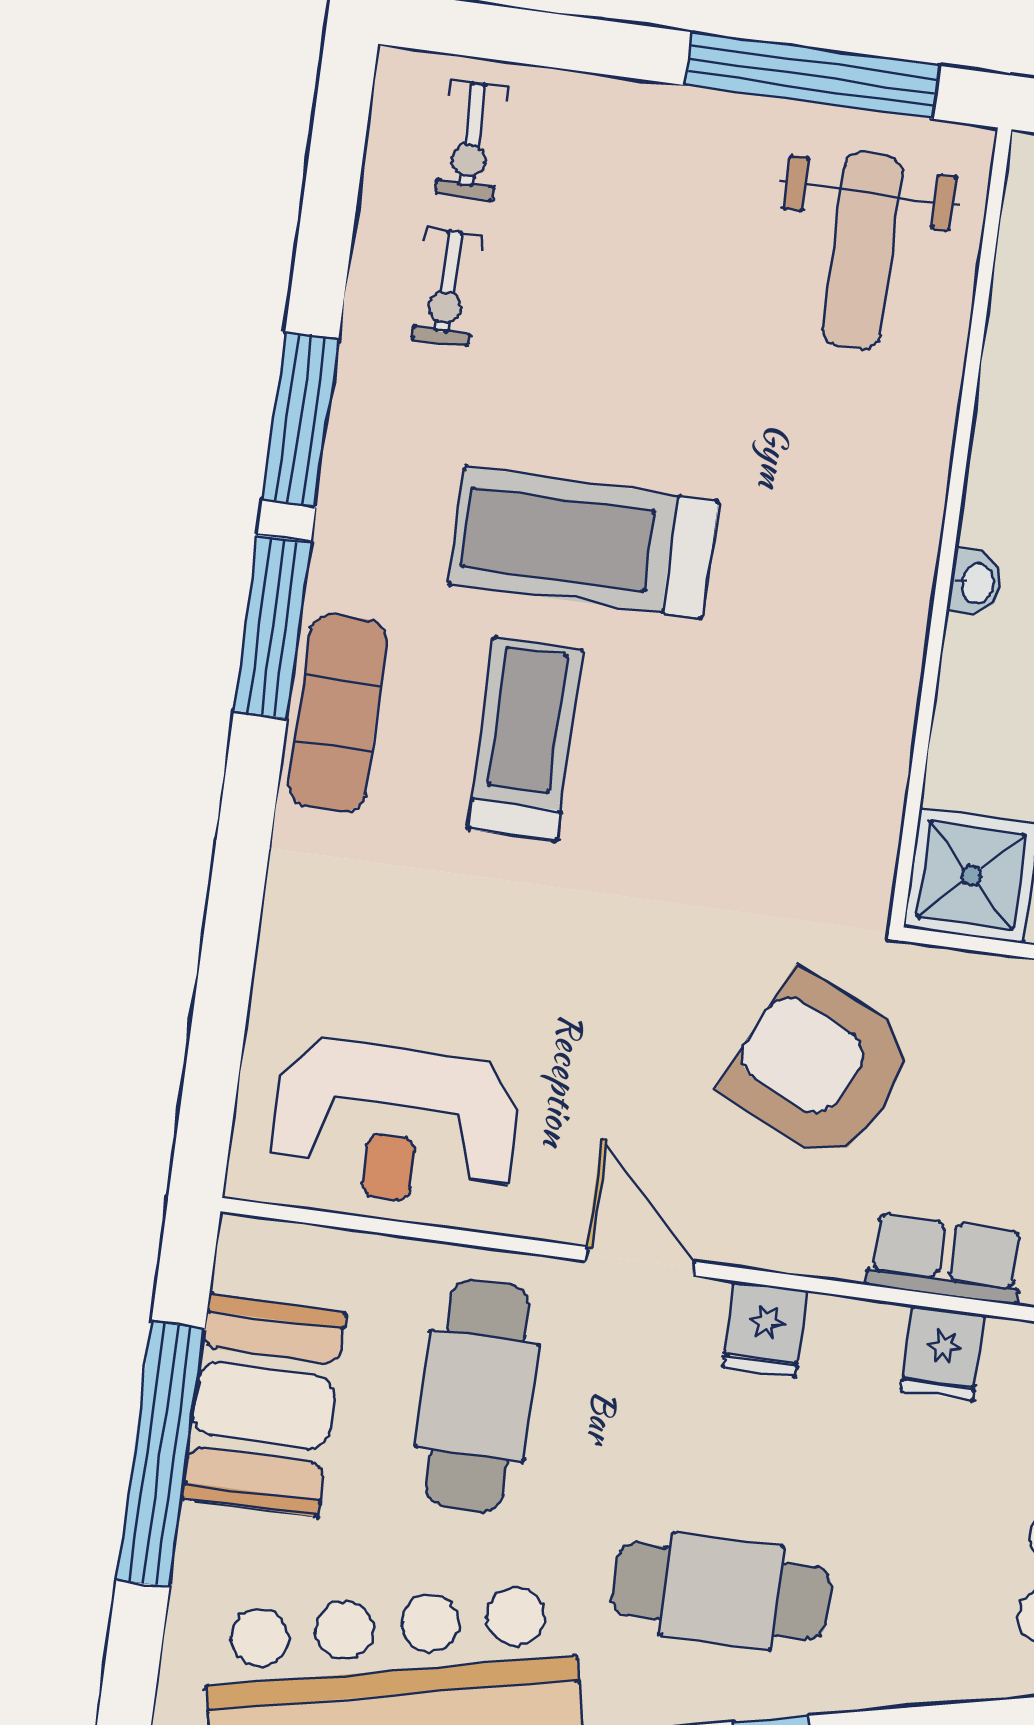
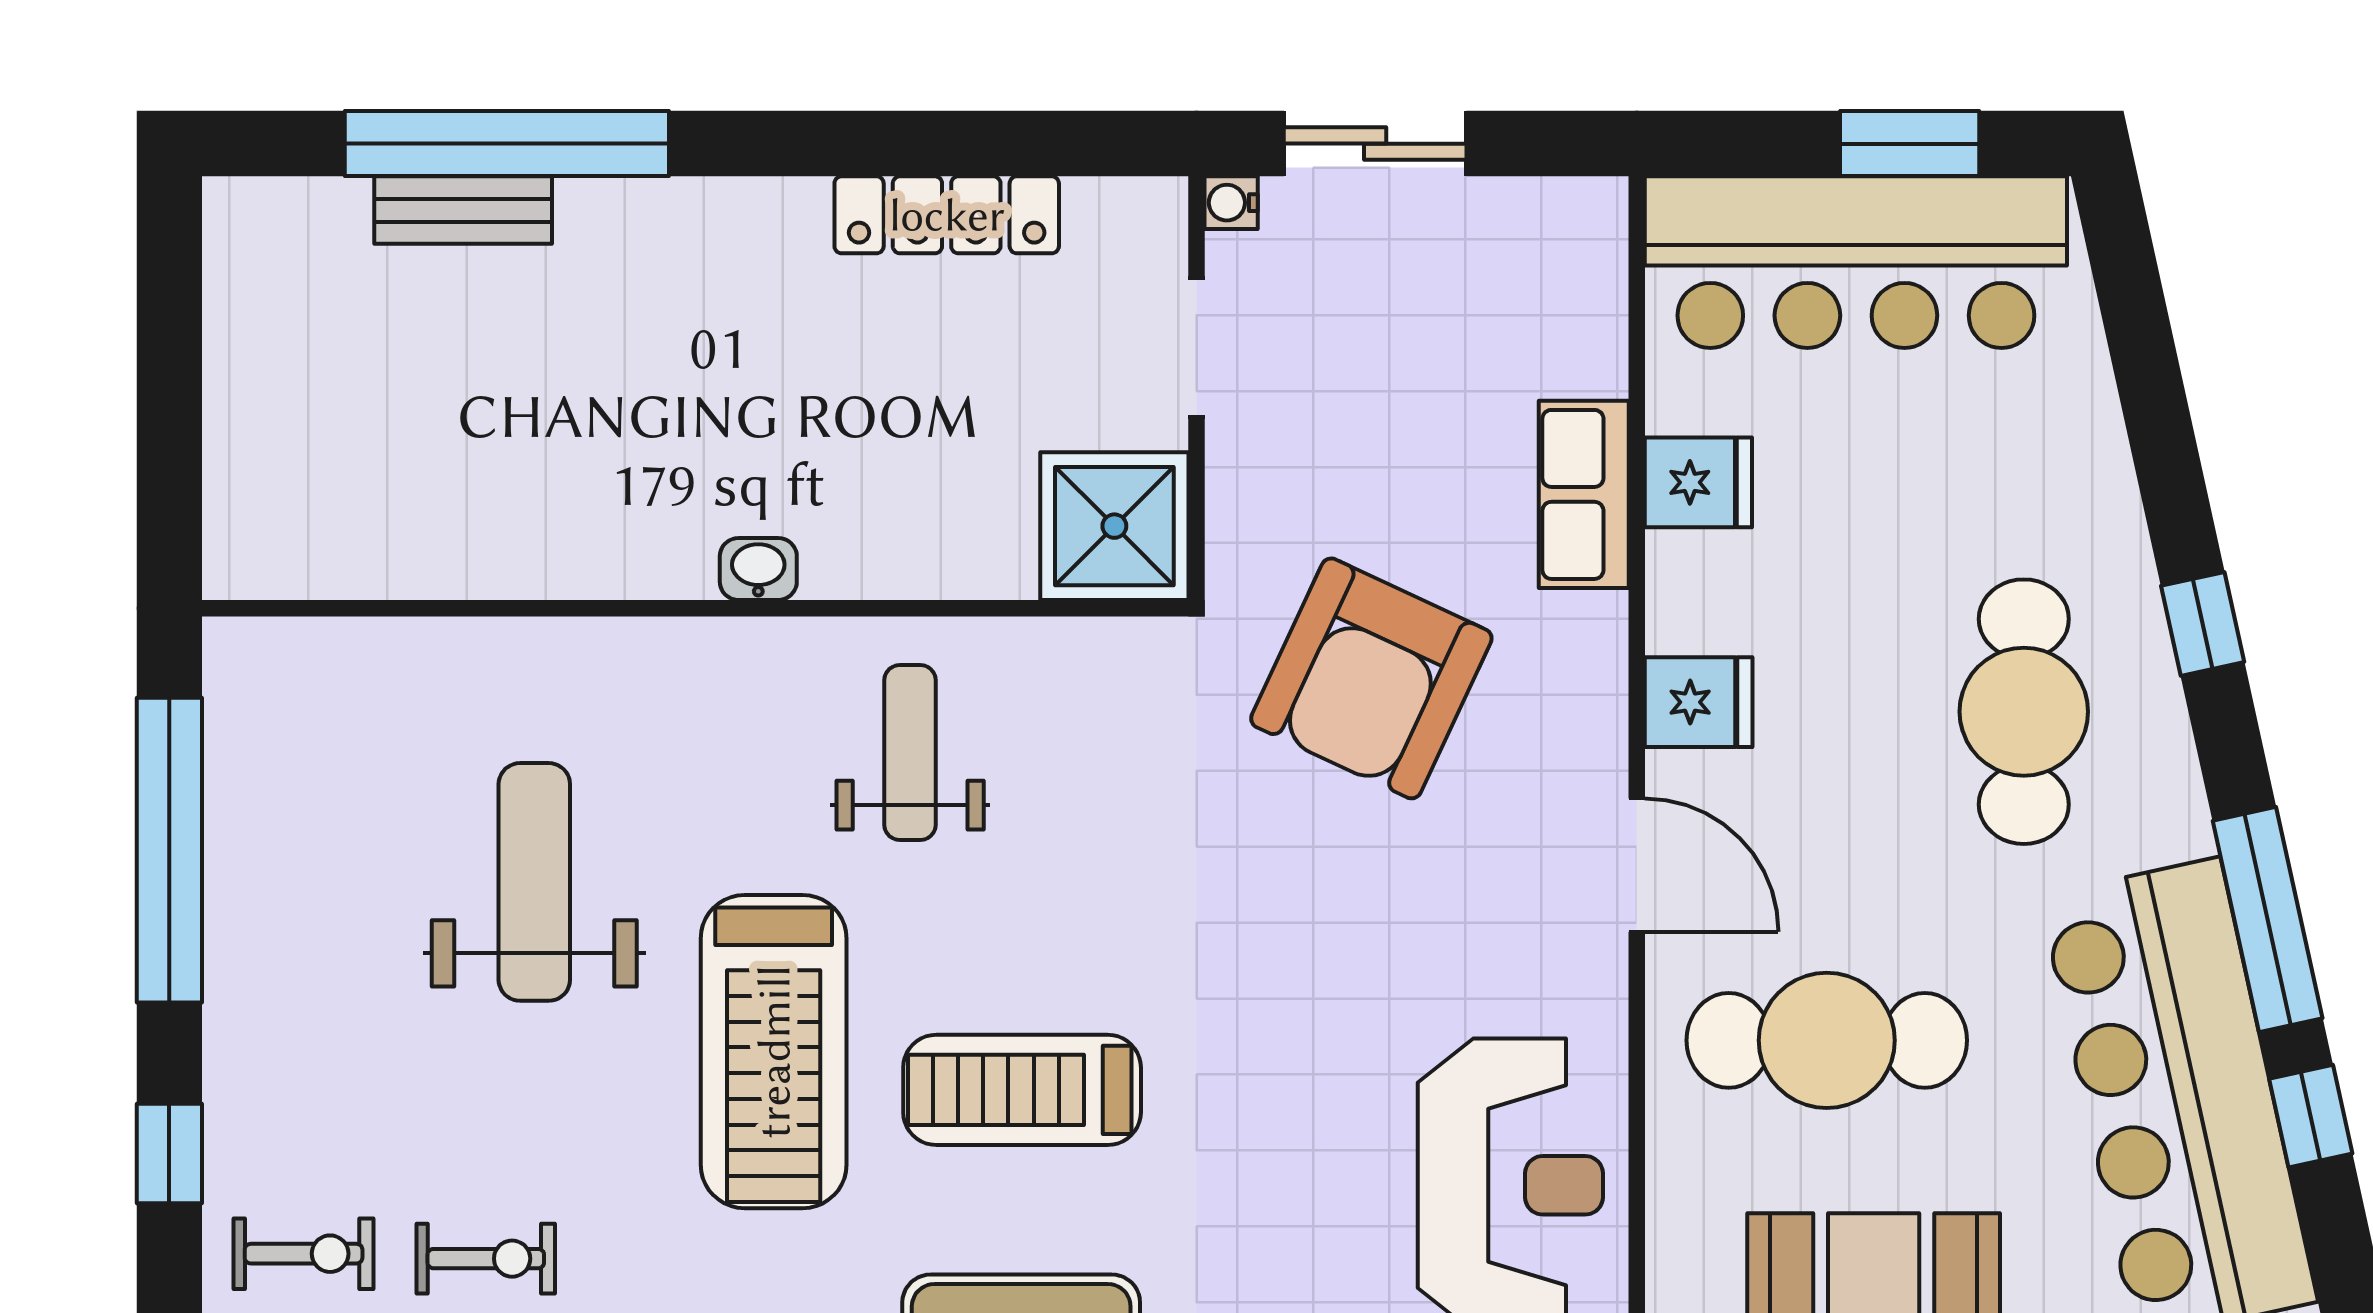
window: (567, 42) -> (169, 1154), added
weight bench: (862, 251) -> (534, 882), moved, turned -90
weight bench: (810, 686) -> (910, 753), added
door: (640, 1261) -> (1637, 865), swing flipped

